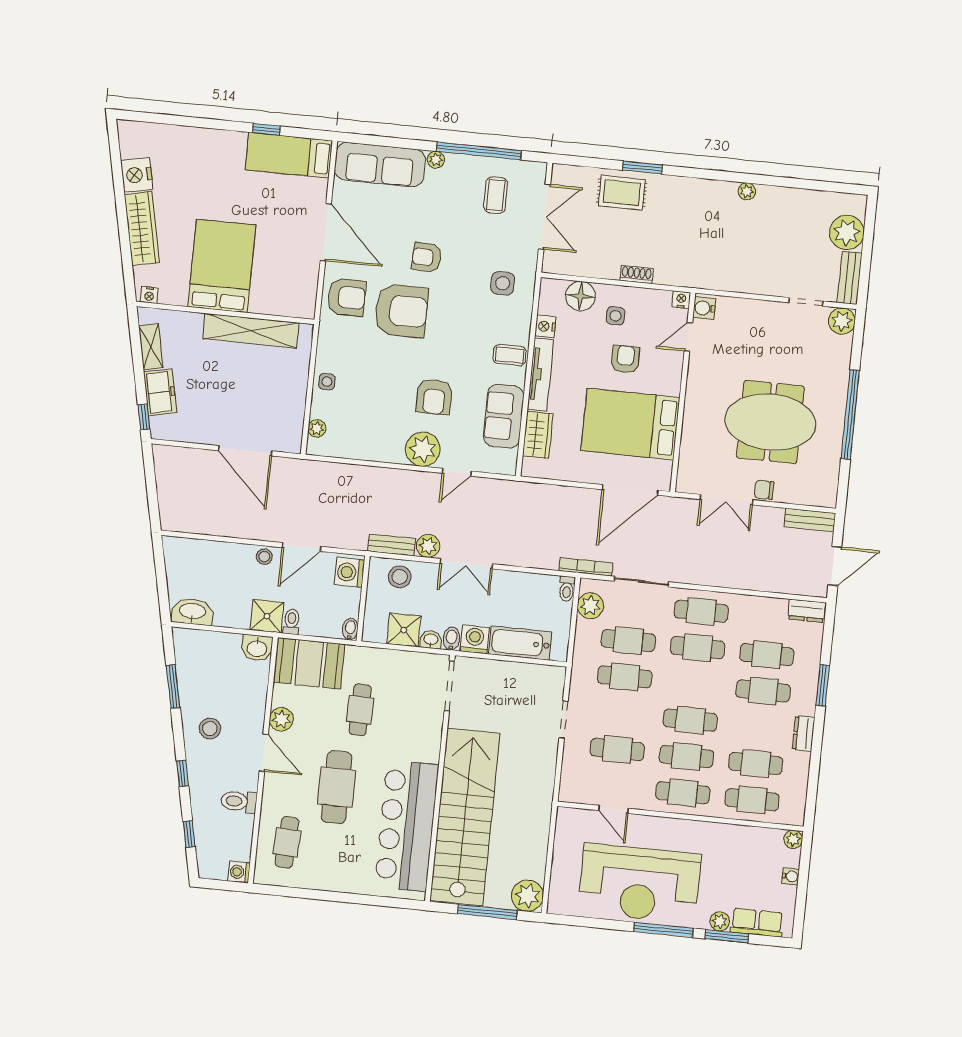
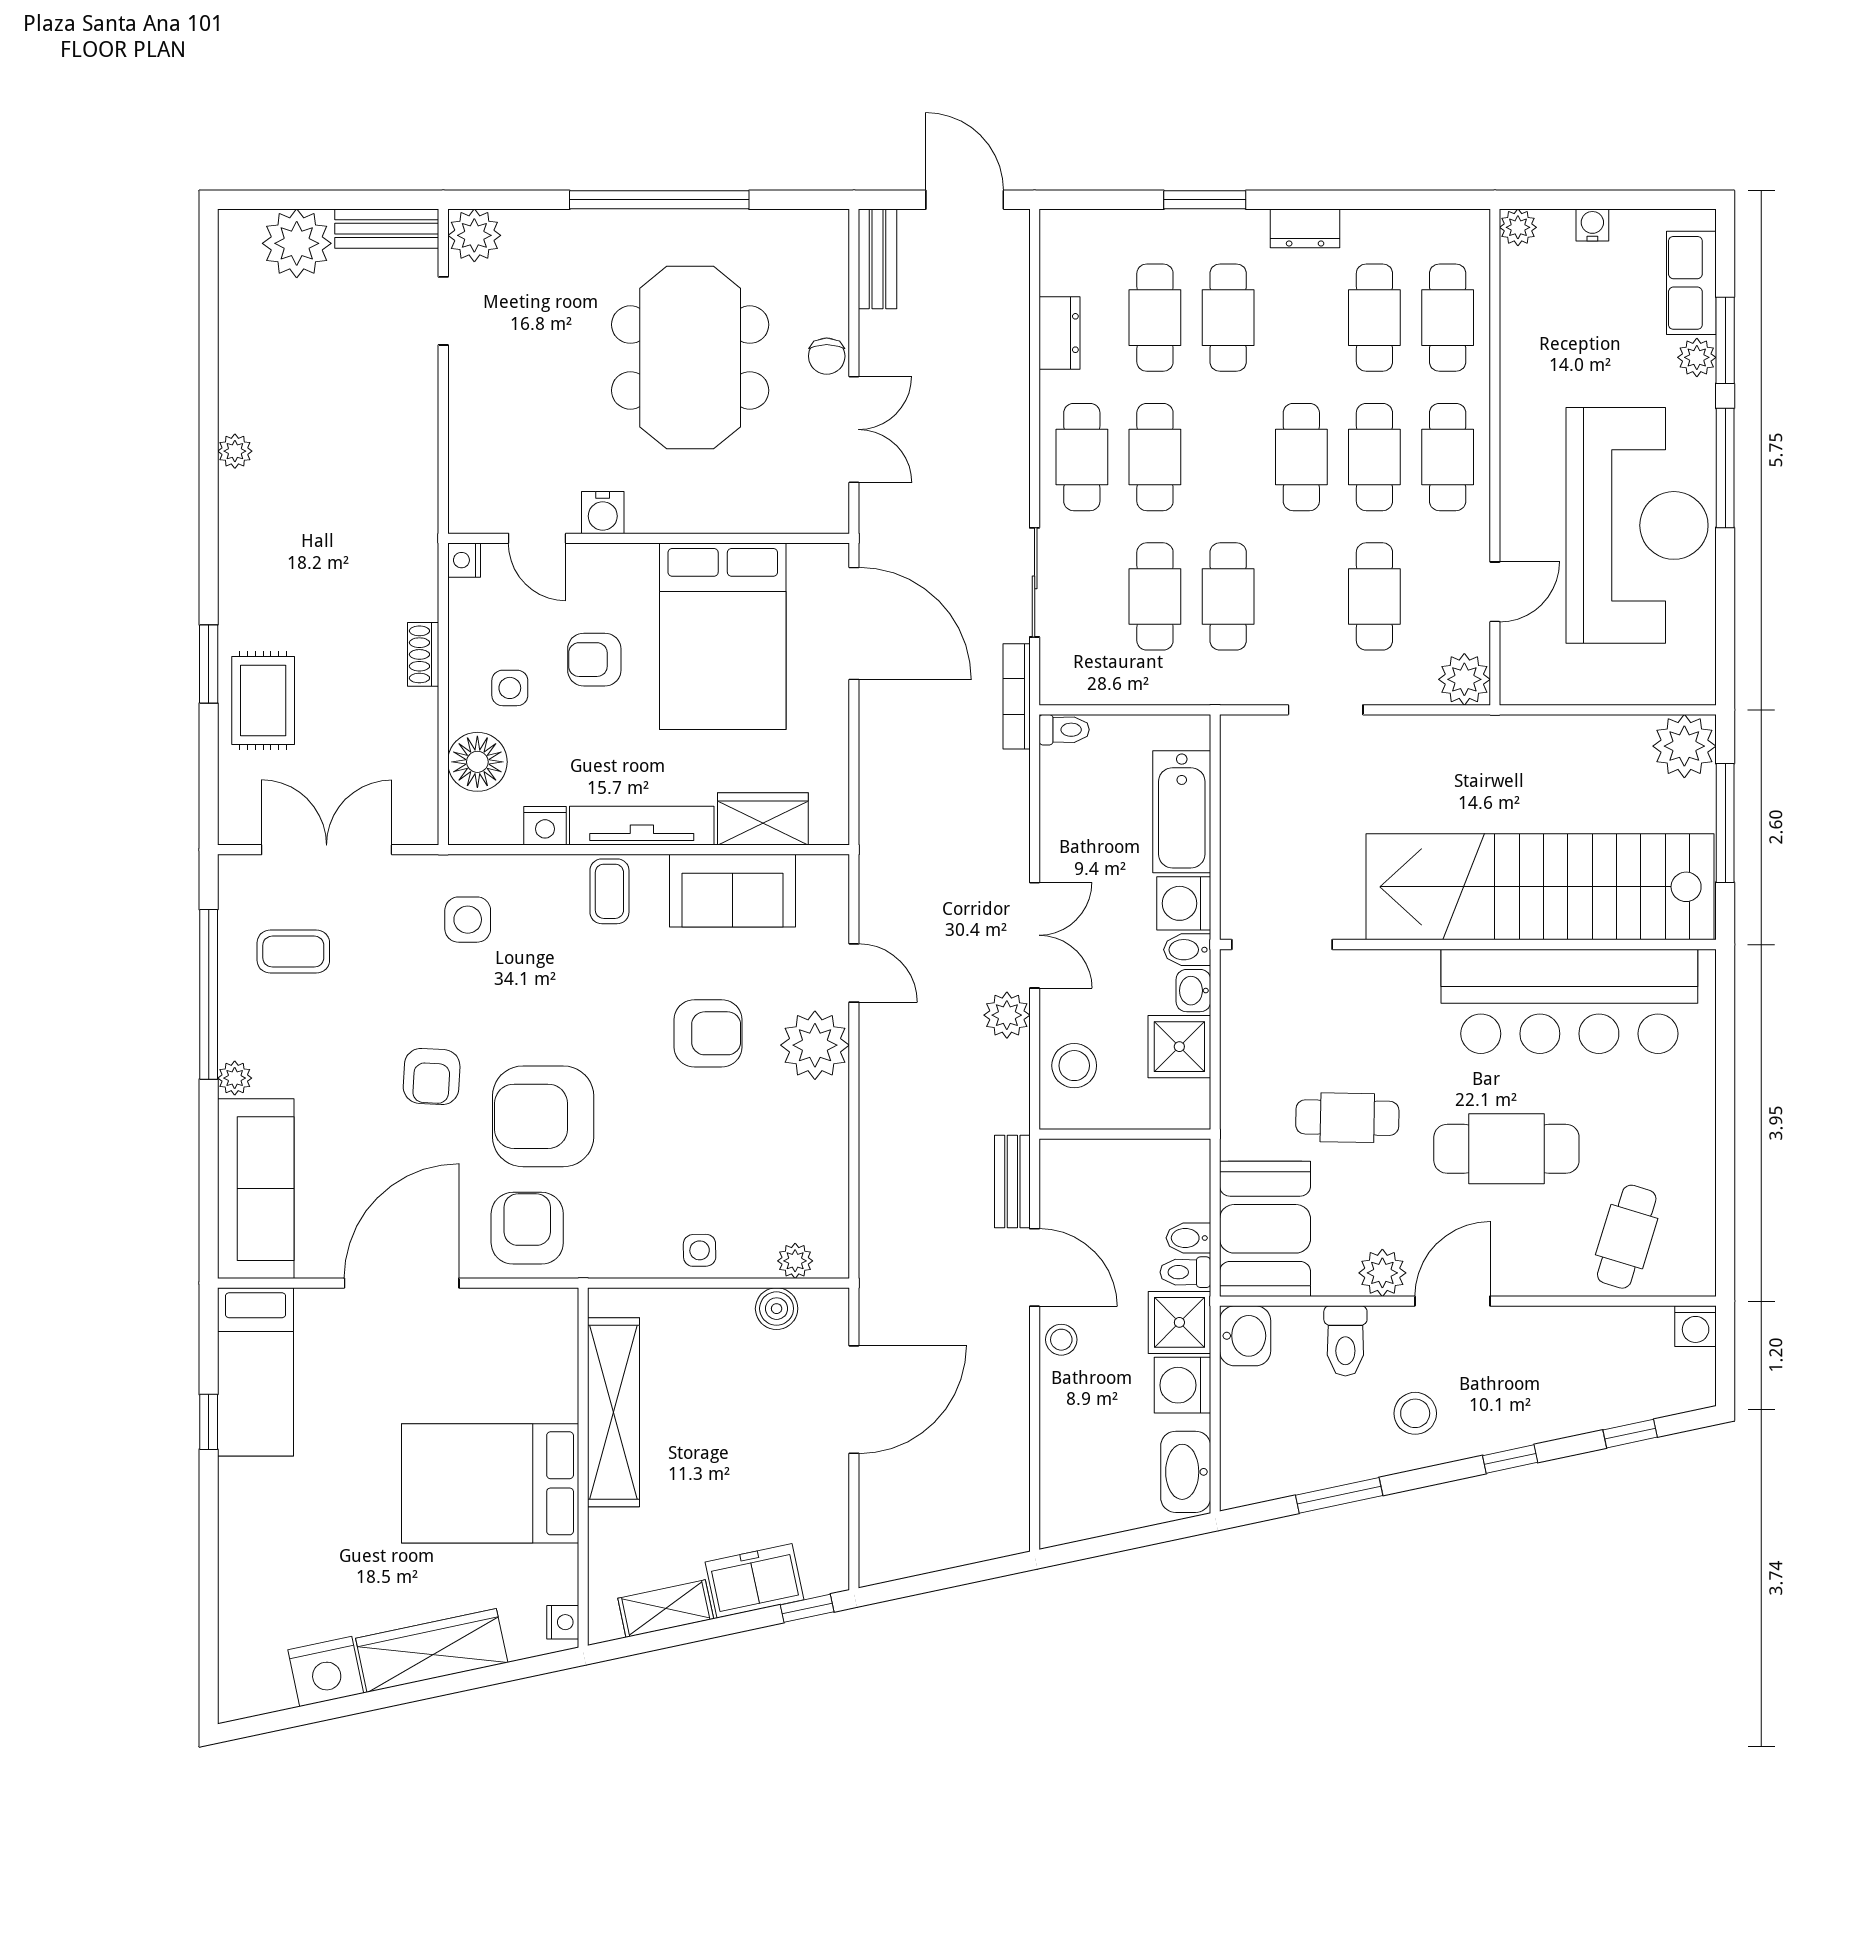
water cooler: (704, 308) -> (603, 513), moved
armchair: (401, 311) -> (543, 1116), turned -90
boiler: (294, 417) -> (777, 1309), added
bench: (392, 545) -> (1012, 1182), moved
washing machine: (349, 572) -> (1182, 1385), moved, turned 90
plant: (590, 606) -> (1464, 679), moved
dresser: (807, 611) -> (1059, 333), moved
bidet: (350, 629) -> (1188, 1238), moved
toilet: (239, 801) -> (1345, 1341), moved
cafe table: (287, 842) -> (1627, 1237), turned -76

